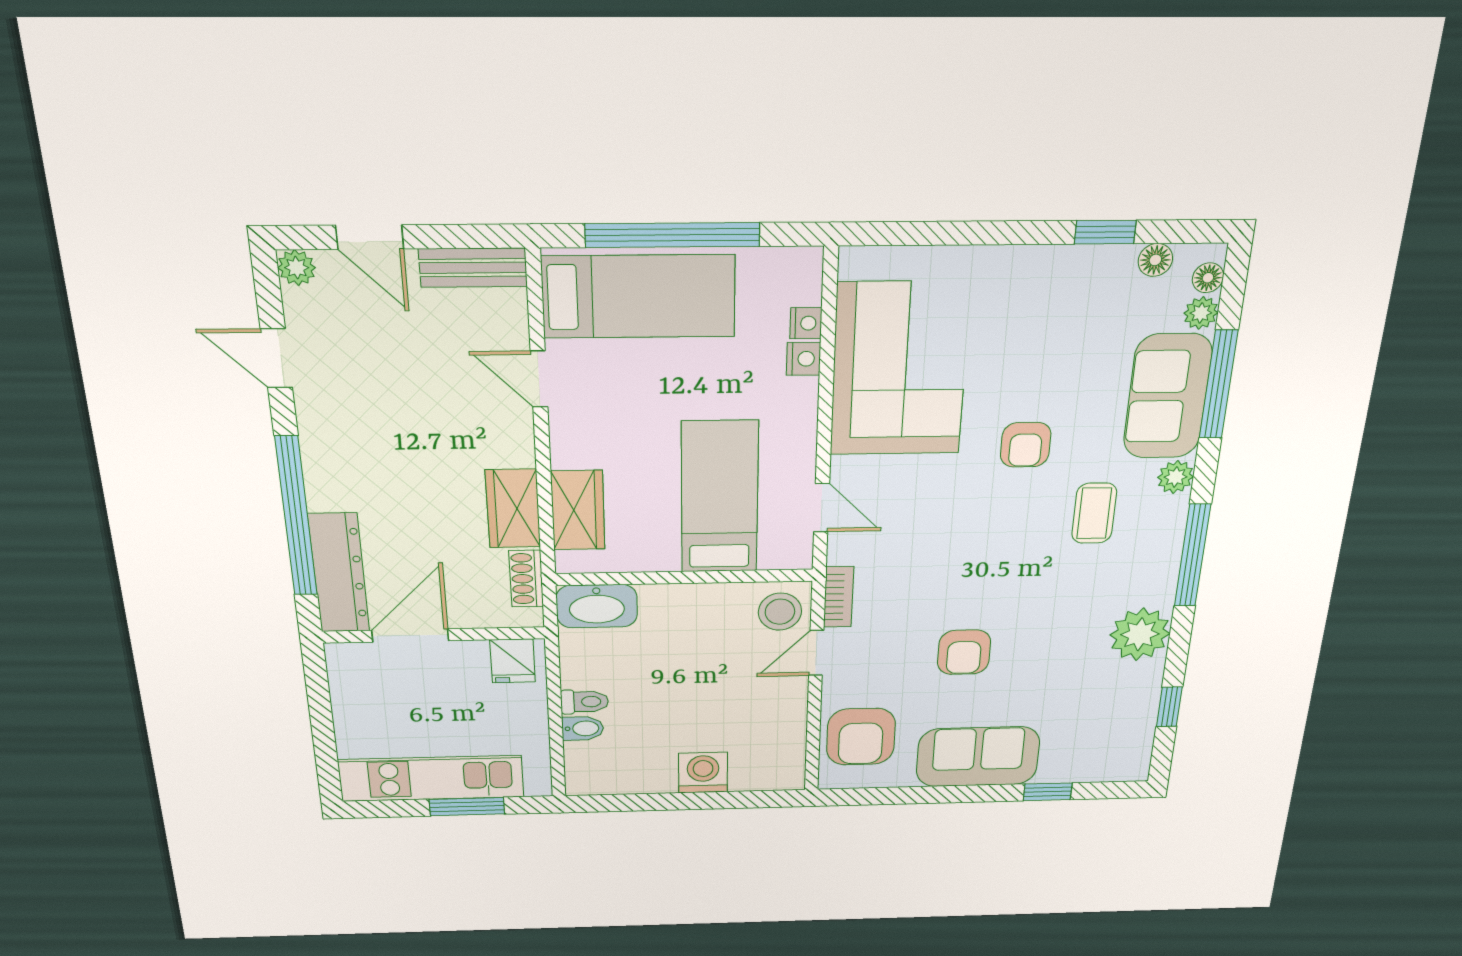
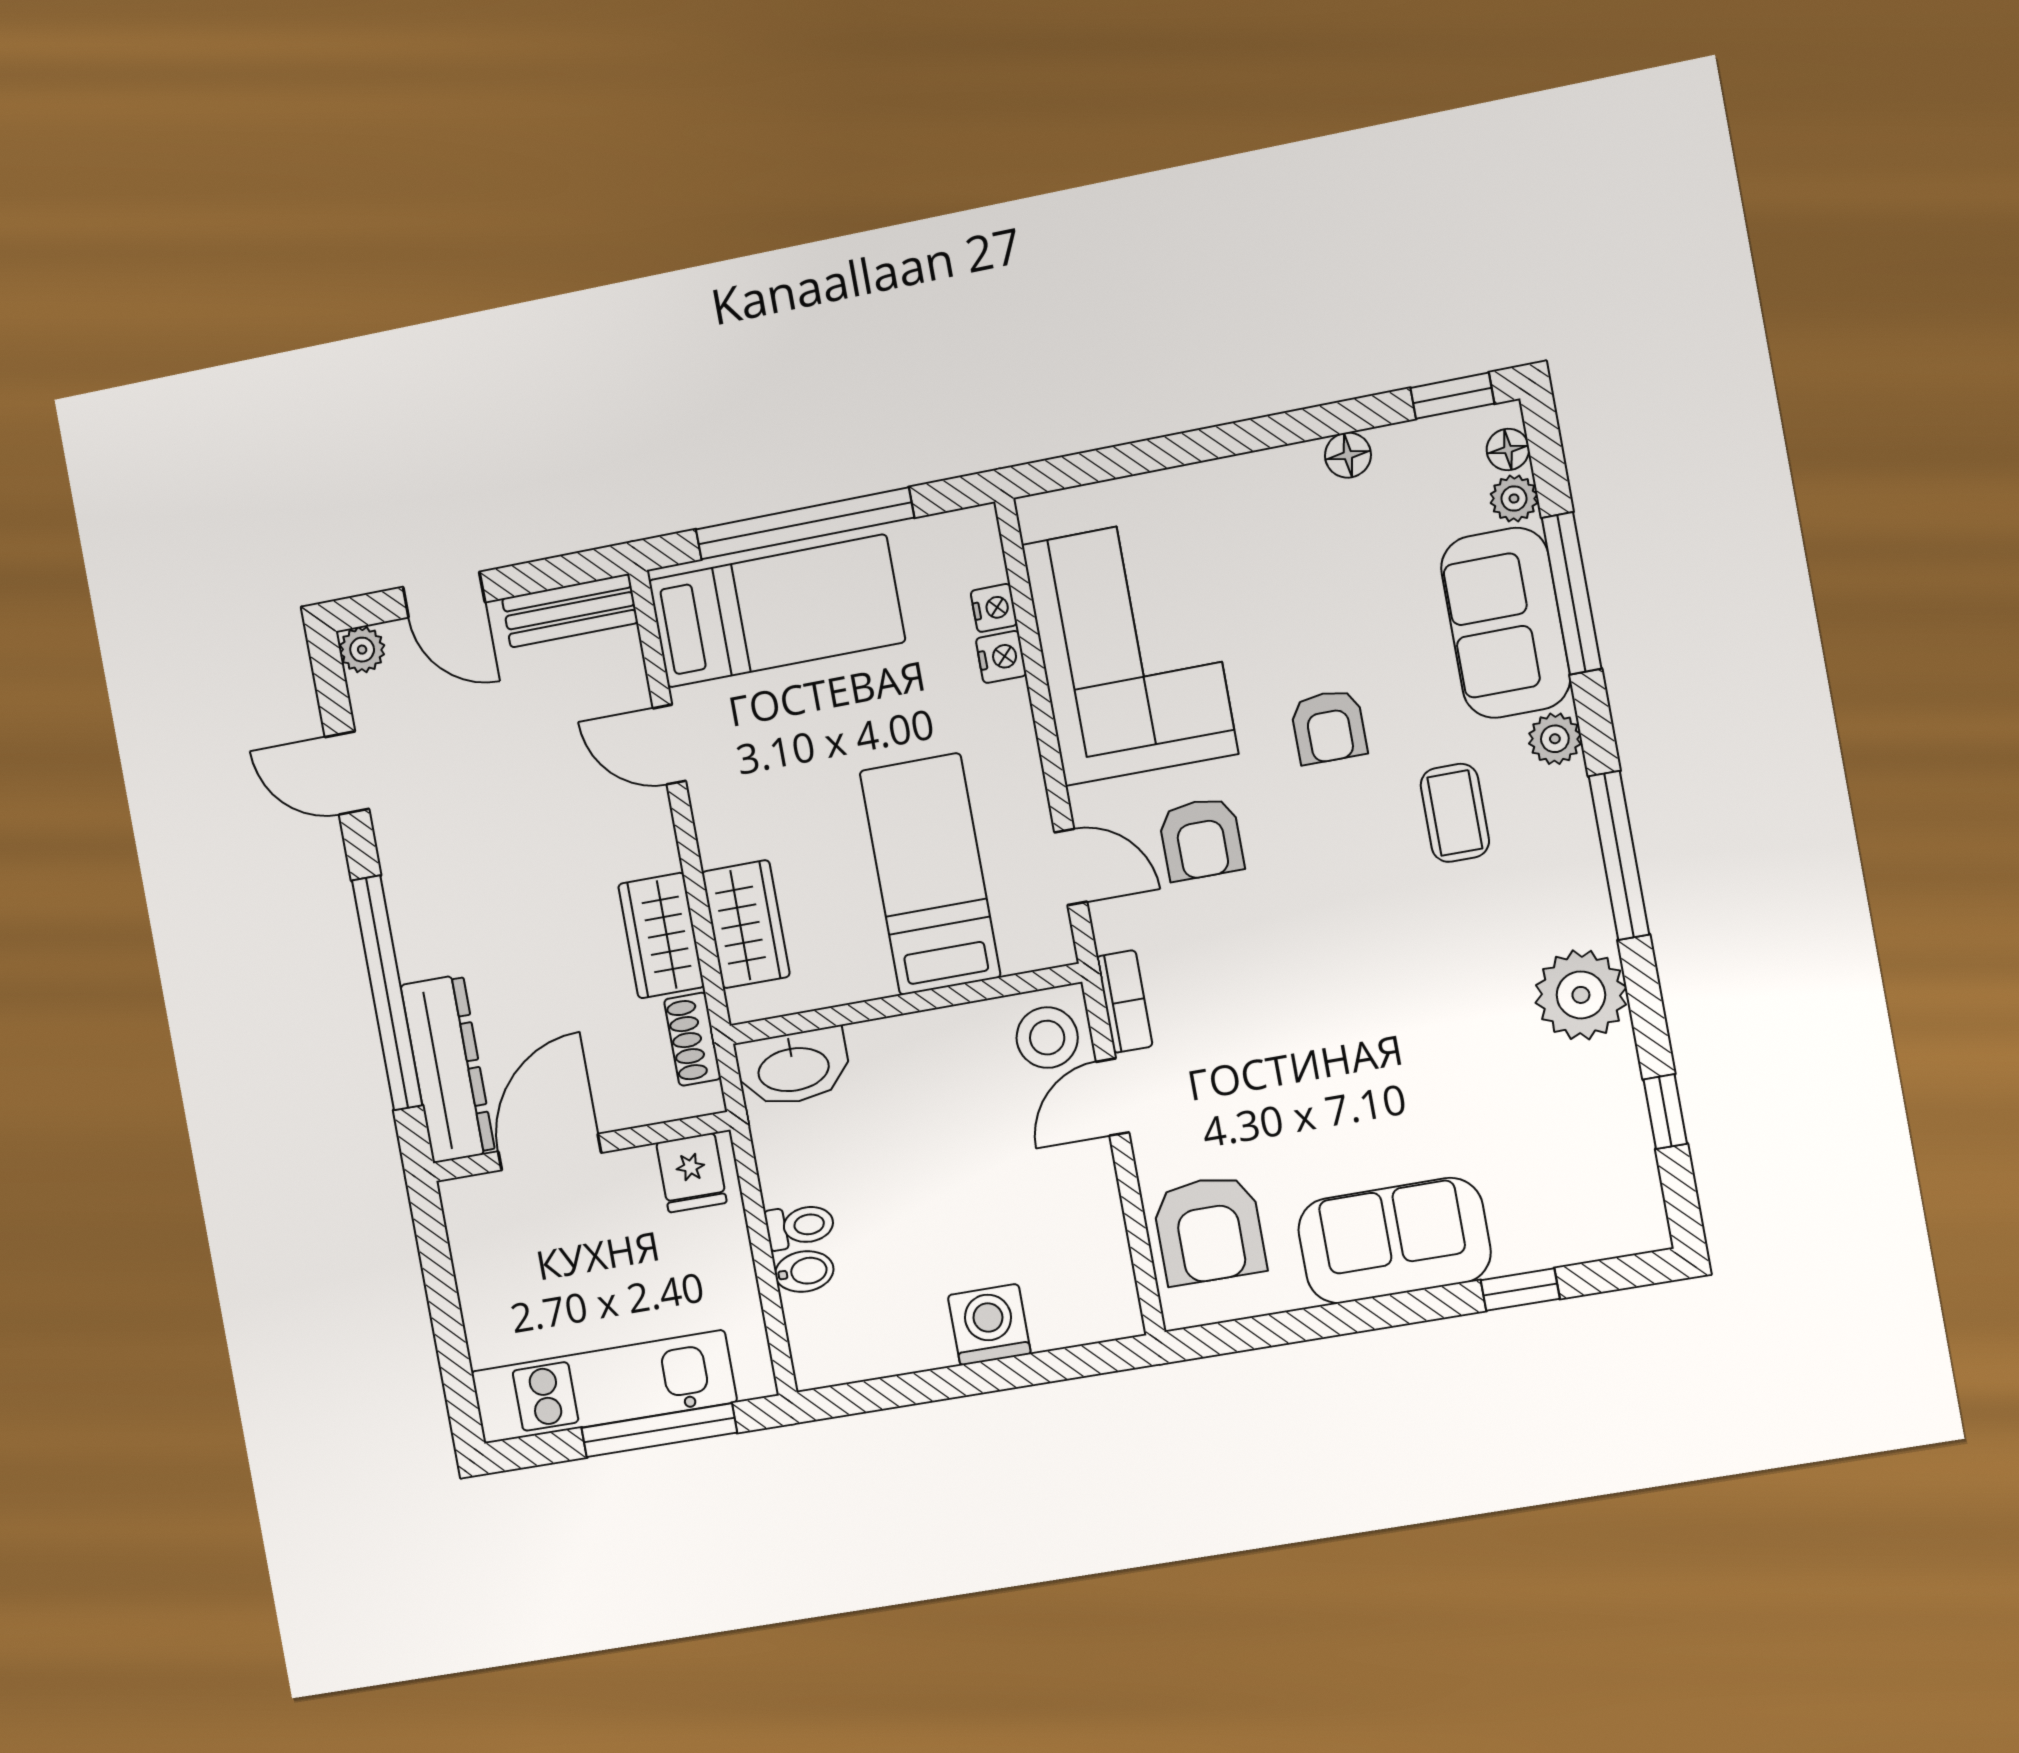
window: (1105, 232) -> (1452, 396), moved
floor lamp: (1155, 260) -> (1348, 455), moved
armchair: (964, 652) -> (1201, 839), moved
window: (467, 807) -> (659, 1430), width x1.44

